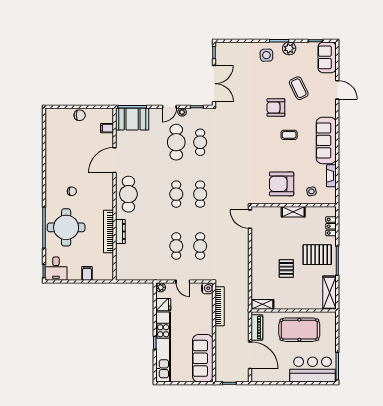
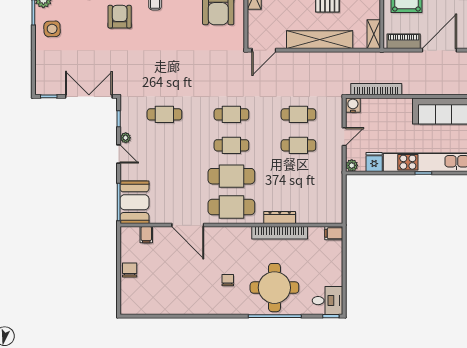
armchair: (276, 107) -> (120, 17), turned 180
cafe table: (176, 142) -> (231, 176), moved
shelving: (258, 262) -> (320, 40), added
filing cabinet: (87, 273) -> (334, 233), moved

